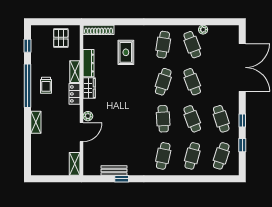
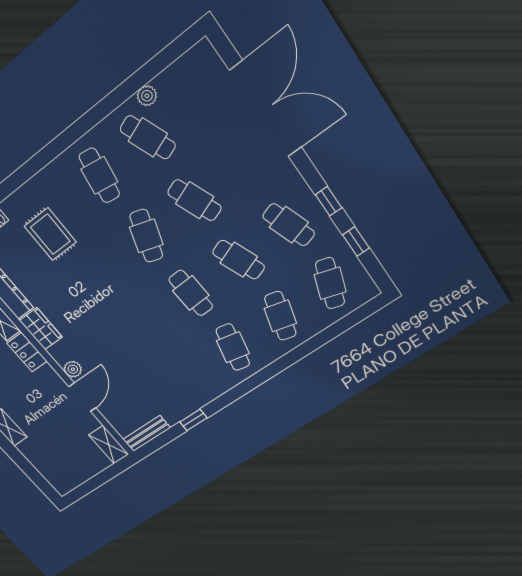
bench: (114, 170) -> (147, 433), moved

